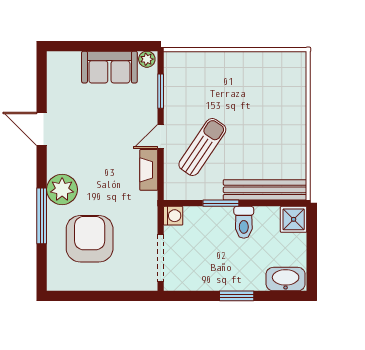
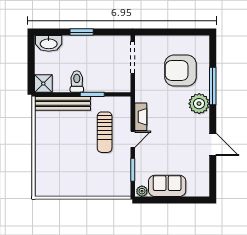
sun lounger: (202, 147) -> (105, 132), turned -34
washing machine: (173, 216) -> (124, 86), removed
armchair: (90, 239) -> (180, 70), turned 90

